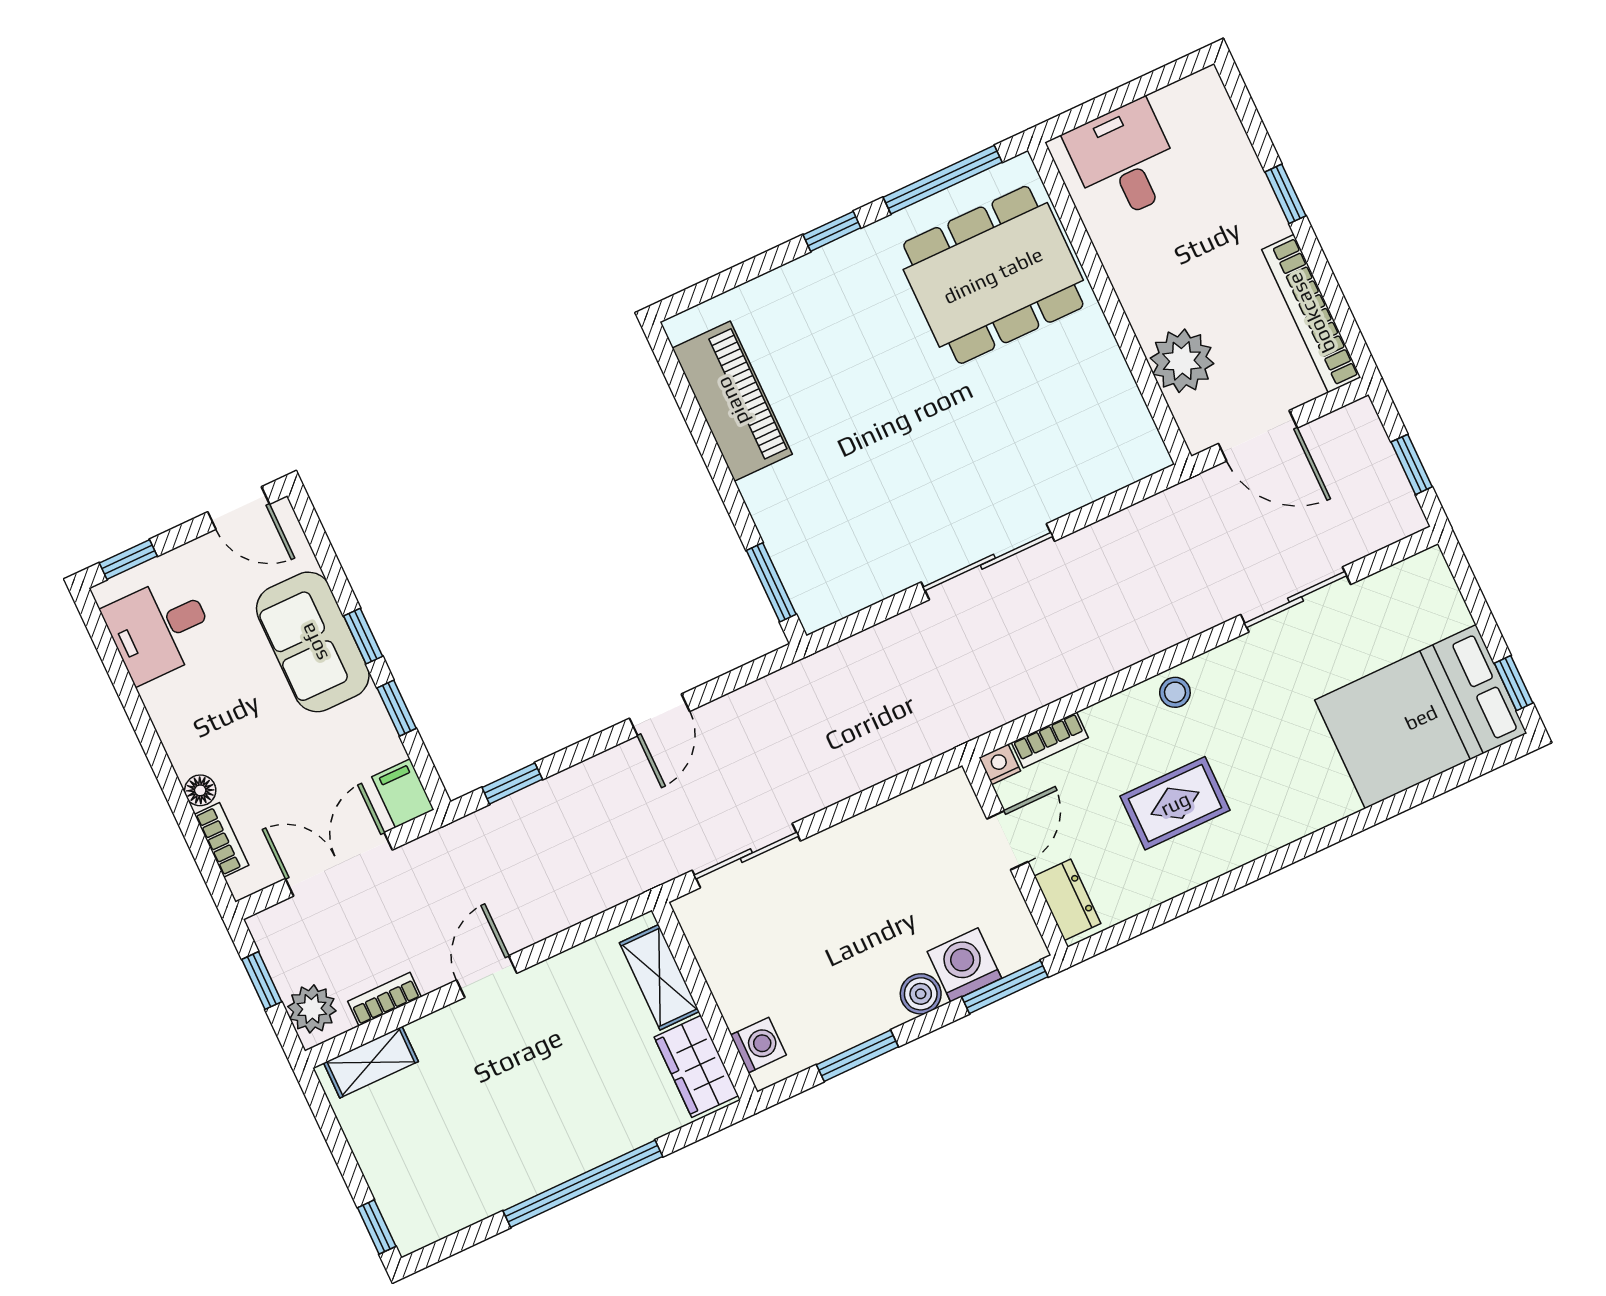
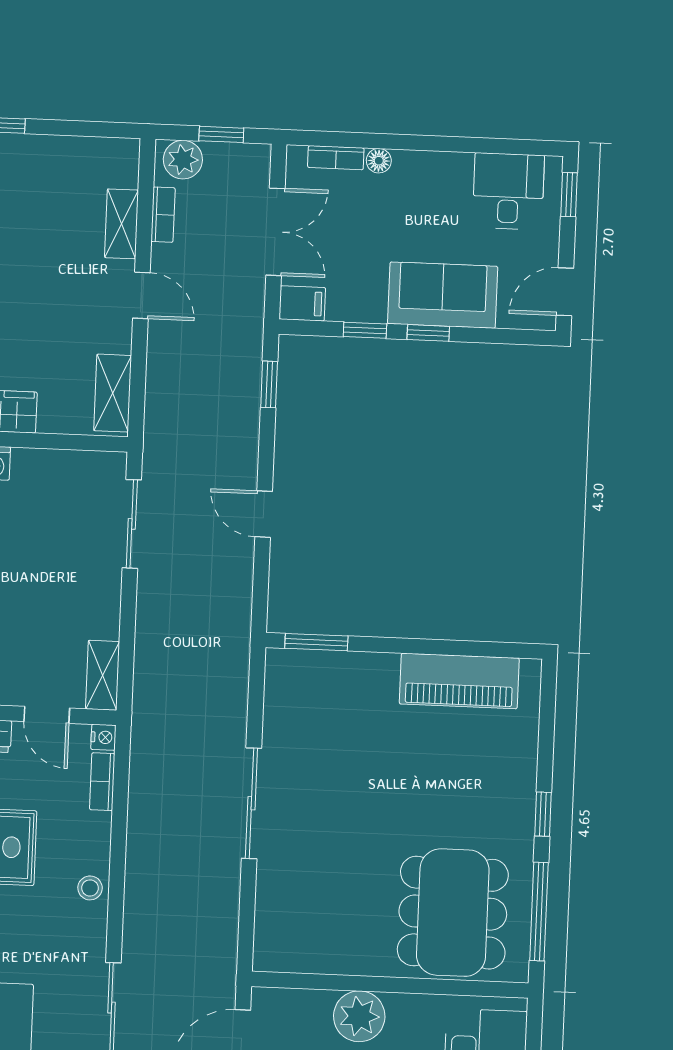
plant: (1182, 361) -> (359, 1016), moved
shelving: (931, 801) -> (103, 675), added
shelving: (659, 977) -> (113, 393), moved, turned 90
shelving: (371, 1062) -> (121, 224), moved

